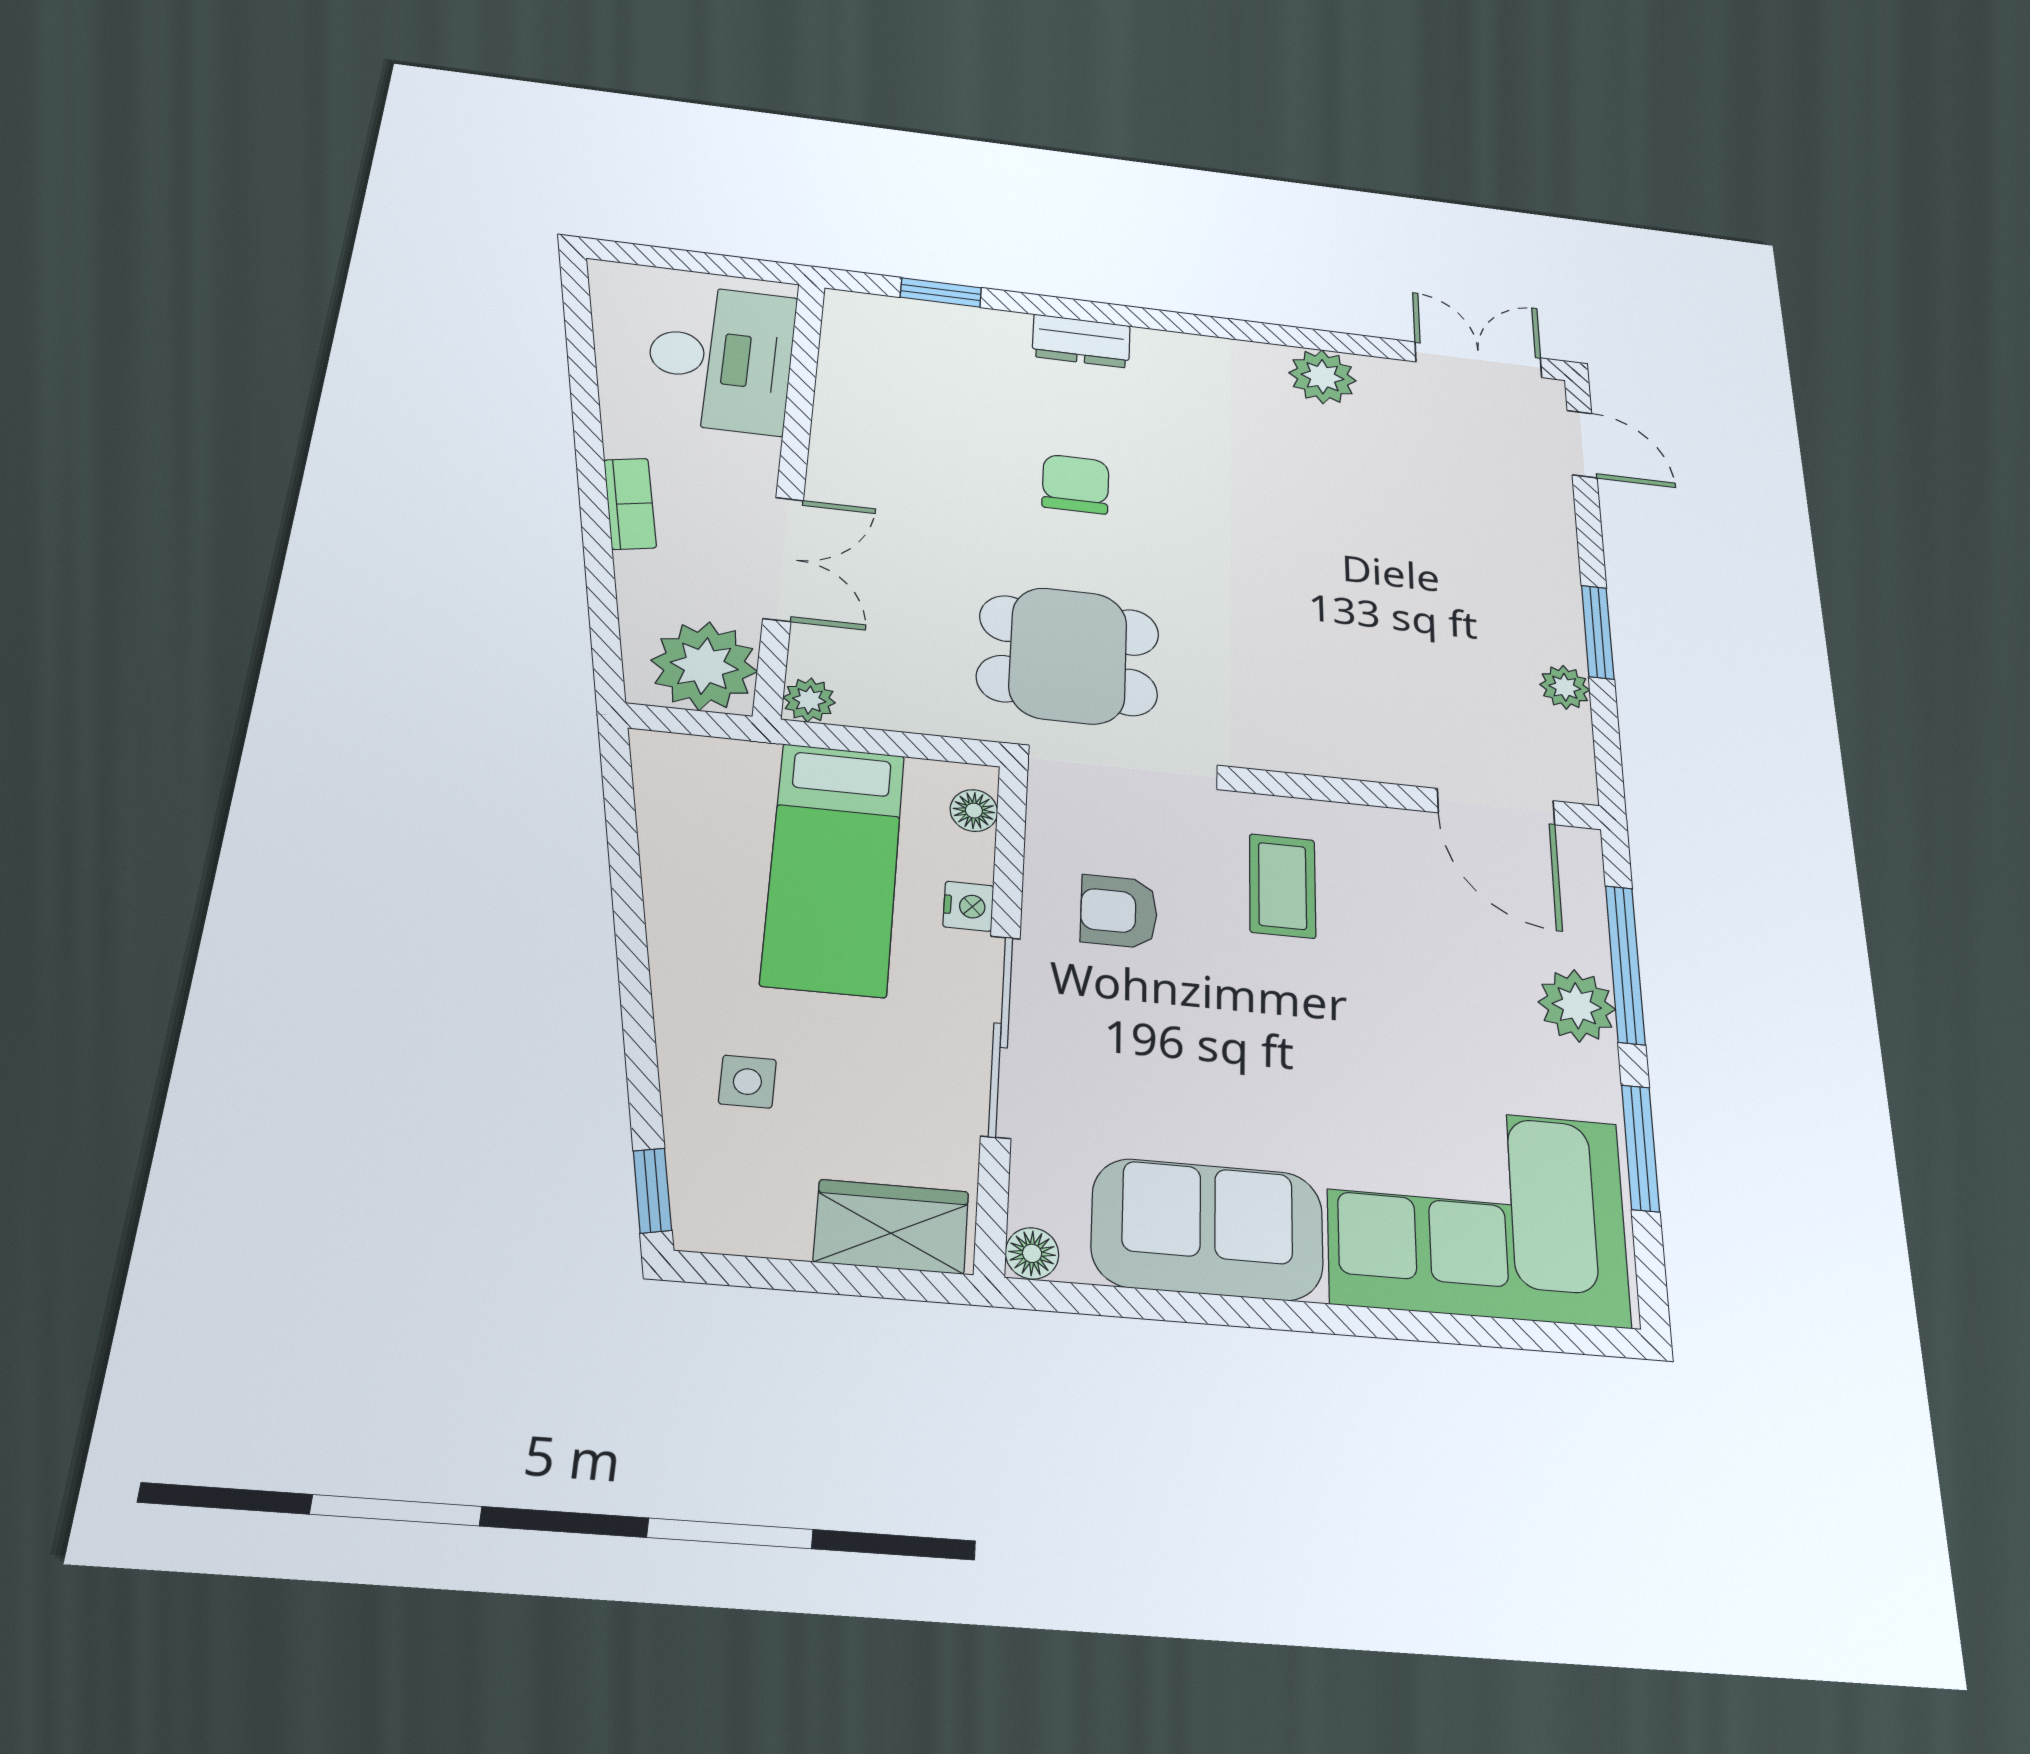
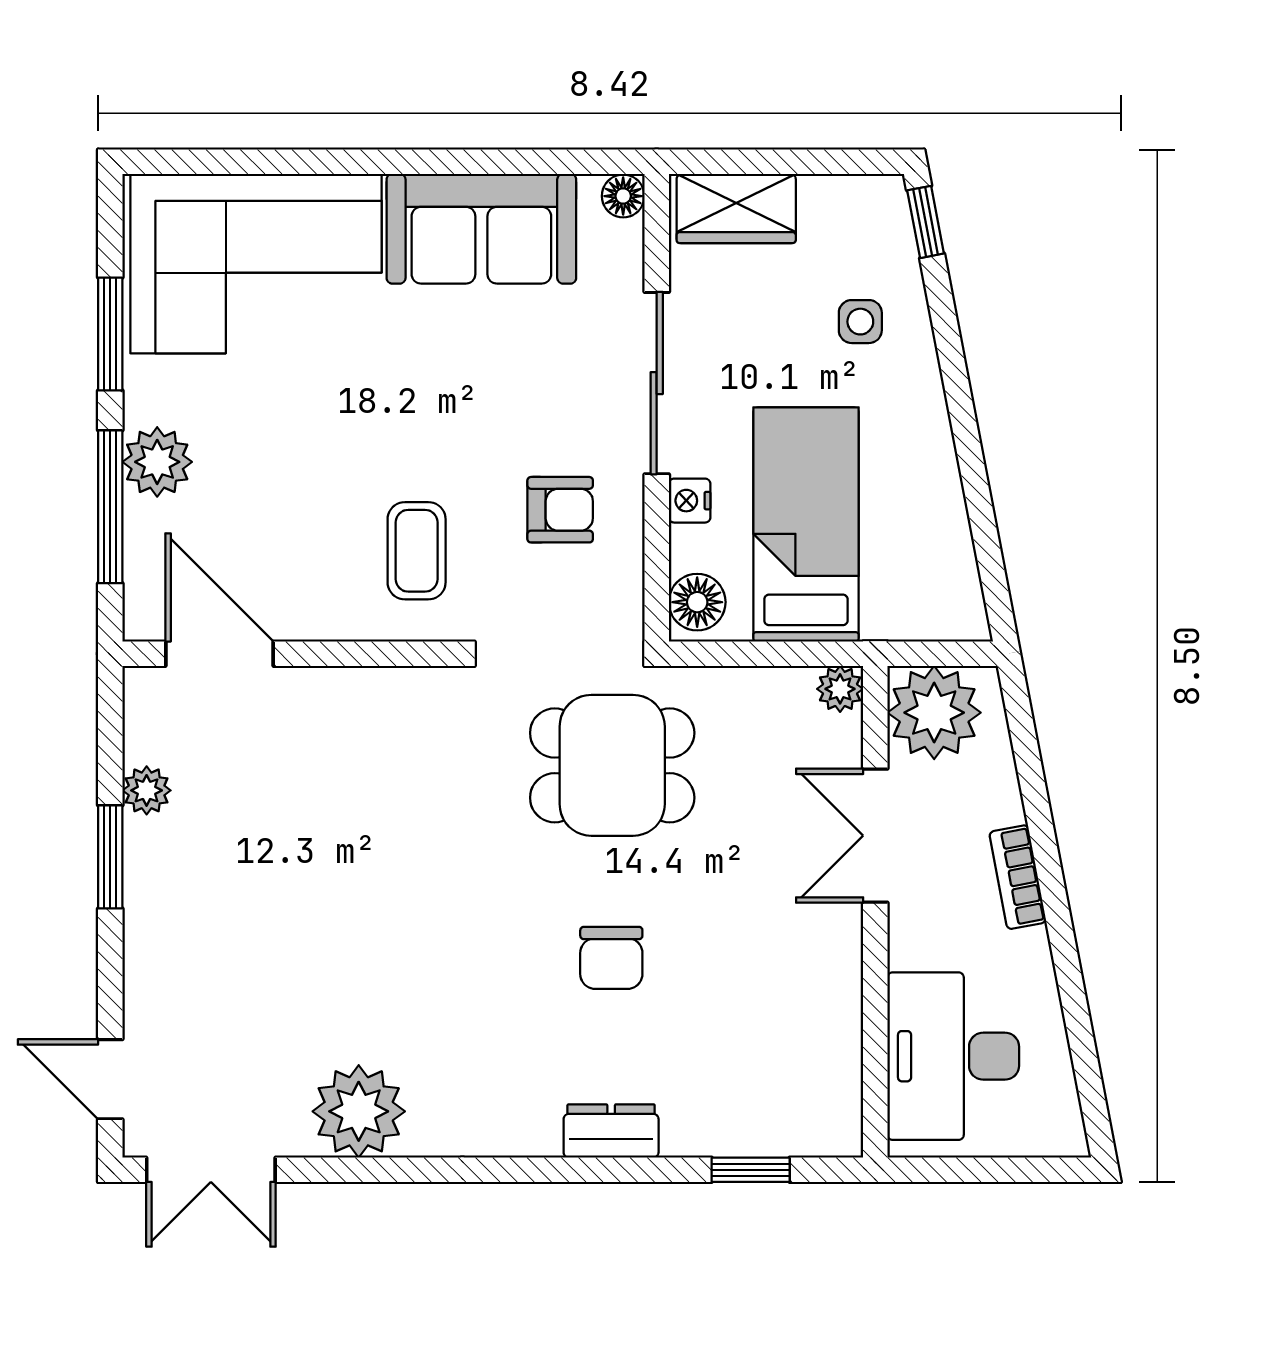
plant: (1322, 377) -> (359, 1111), width x1.36, depth x1.36
floor lamp: (974, 811) -> (697, 602), width x1.37, depth x1.37

